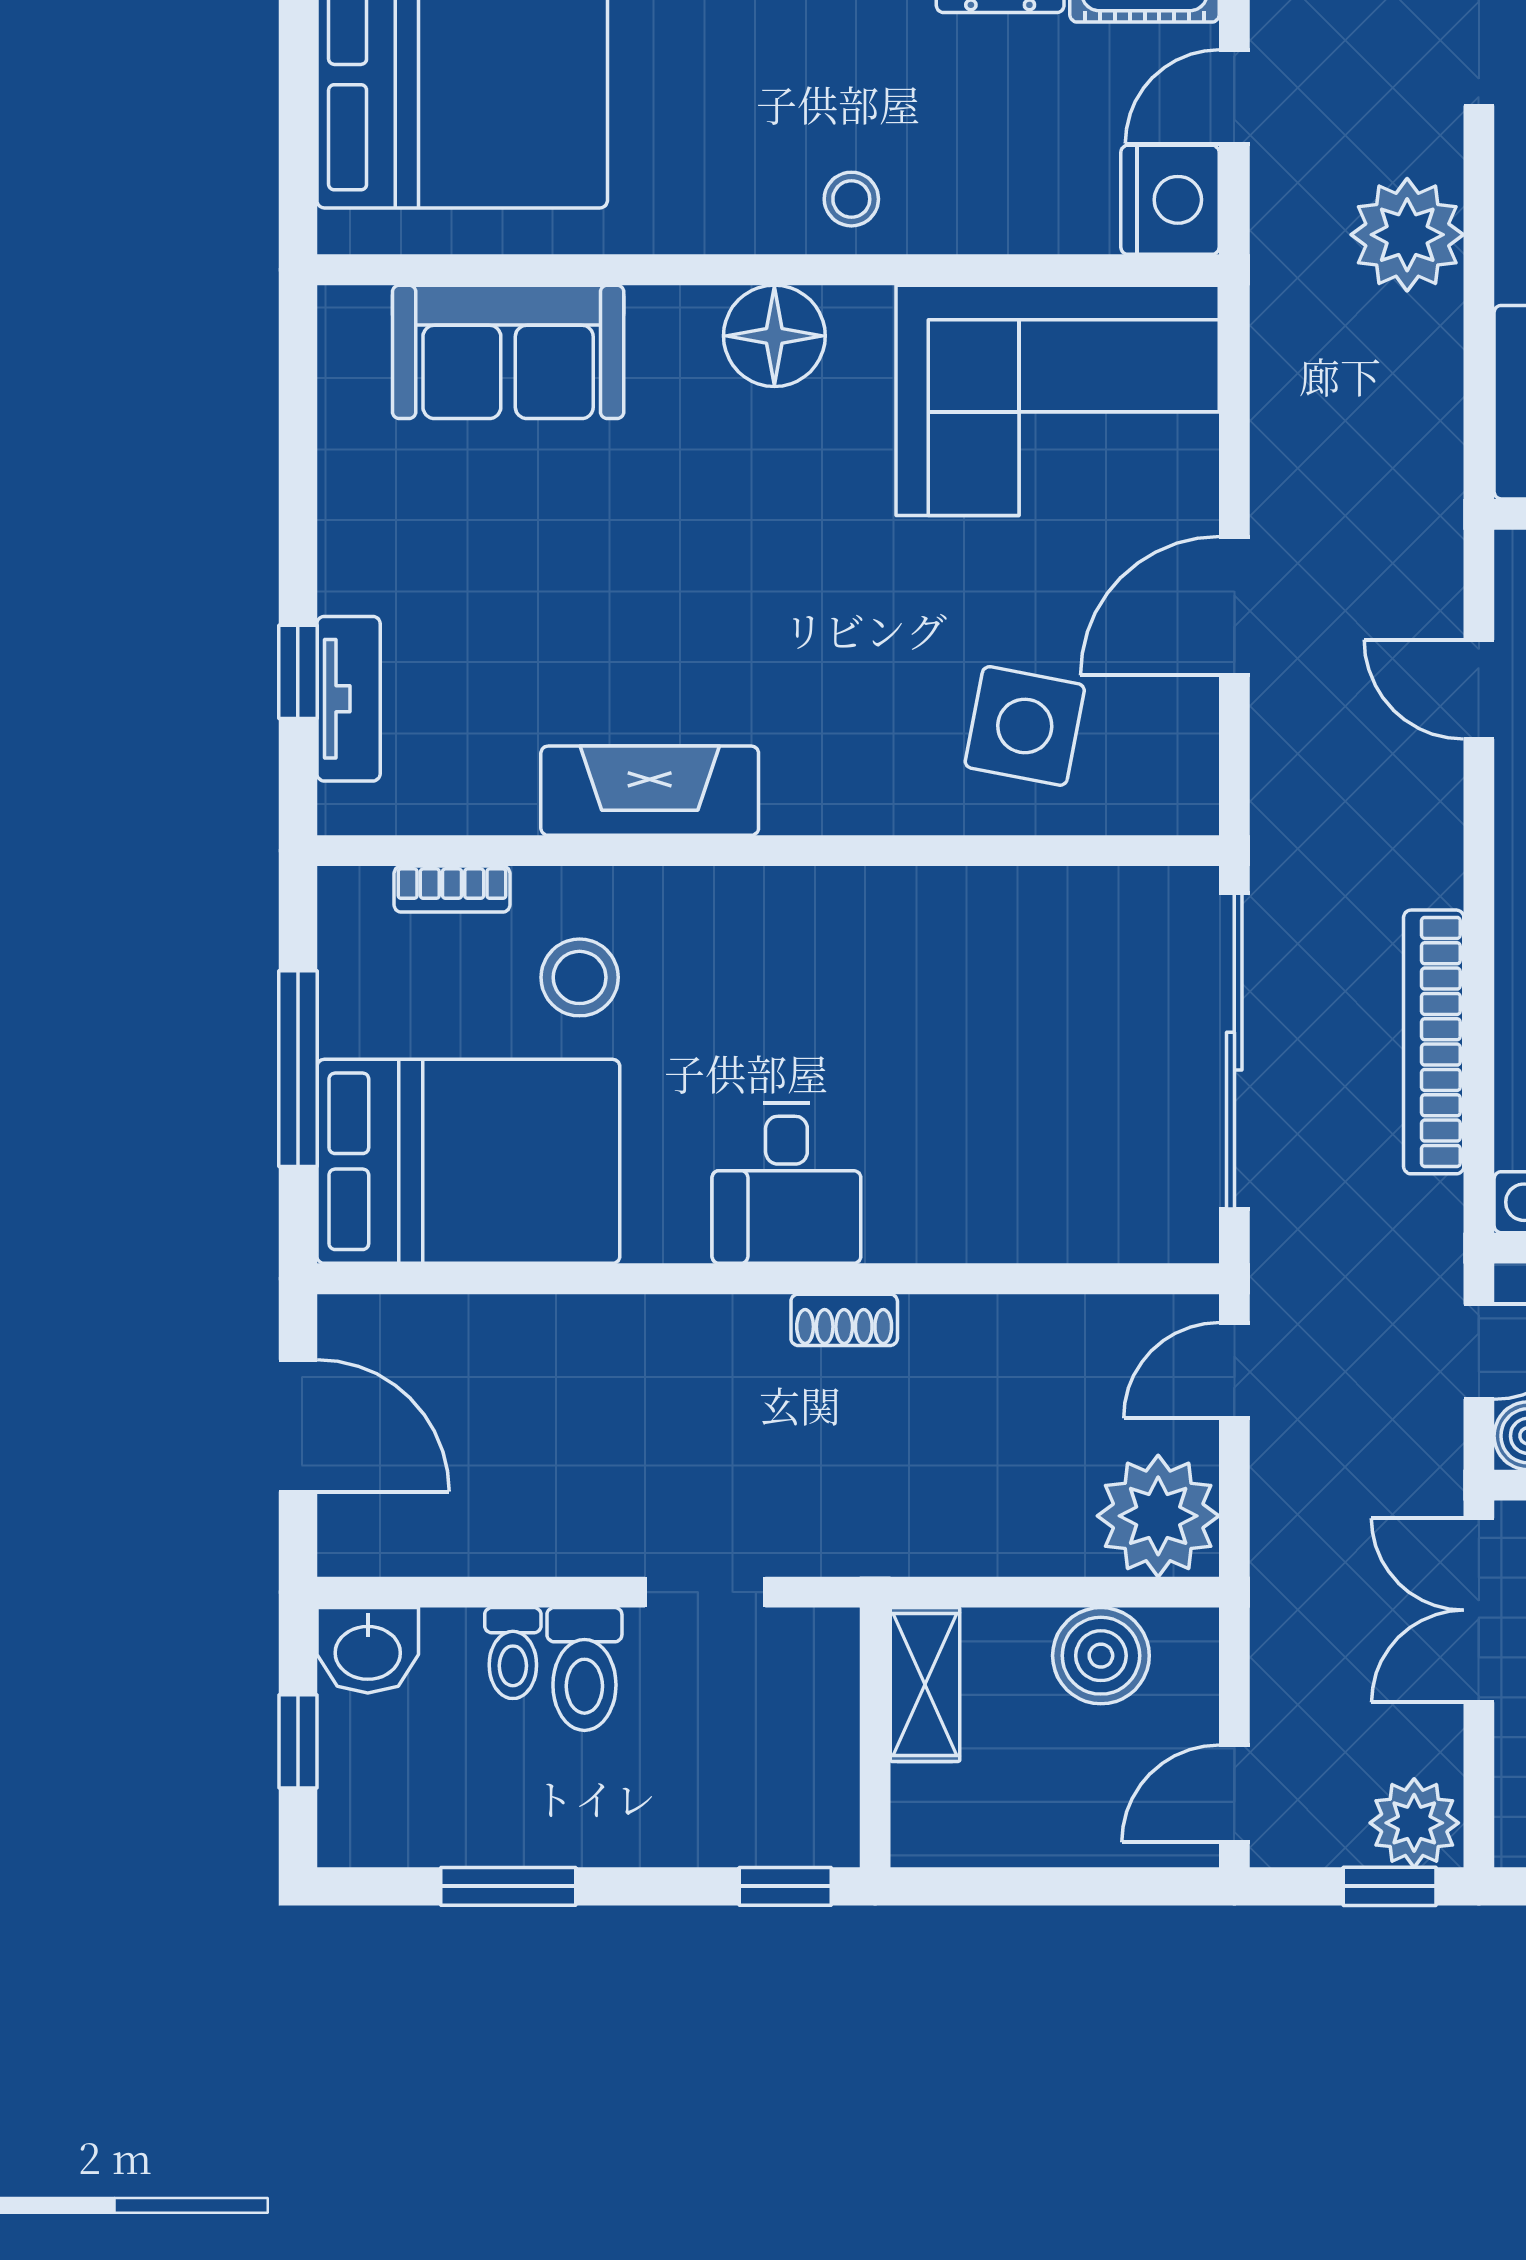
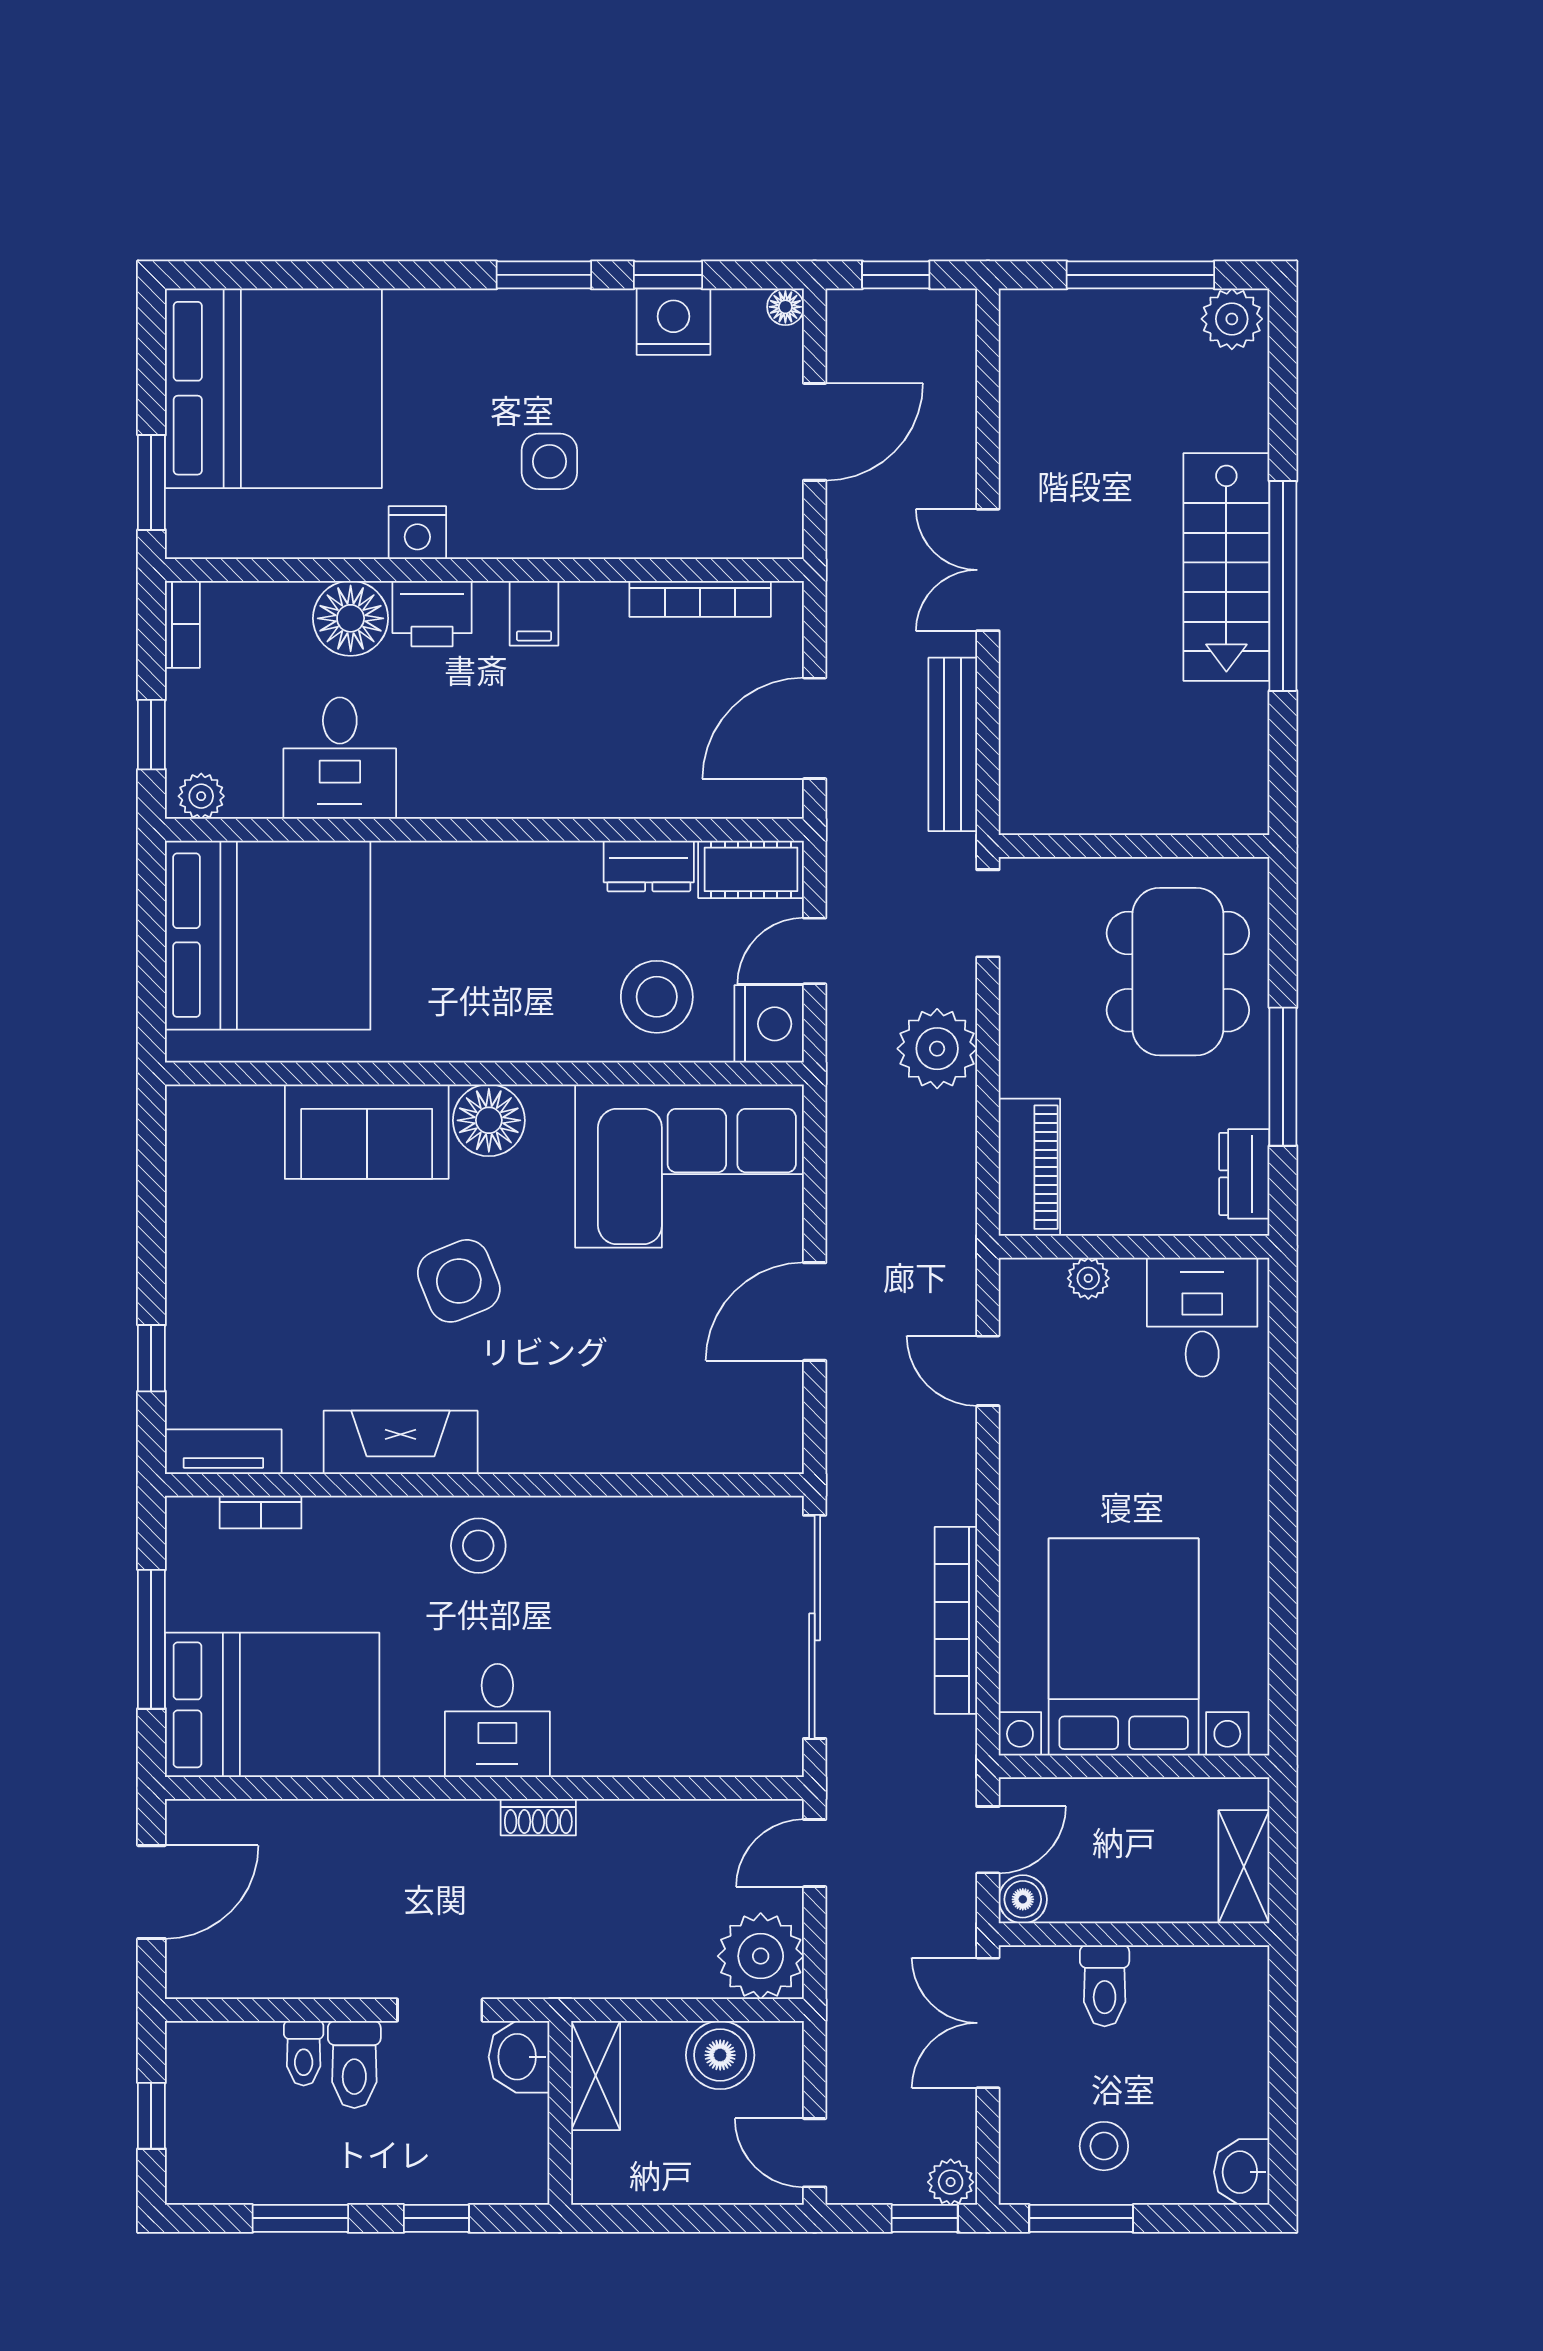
stool: (851, 199) -> (657, 997), moved, width x1.89, depth x1.89
sofa: (508, 352) -> (367, 1132), moved
tv unit: (349, 699) -> (223, 1452), moved, turned -90
side table: (1025, 726) -> (459, 1281), moved, turned -33
stool: (580, 977) -> (478, 1546), moved
door: (298, 1426) -> (151, 1892), hinge flipped
washbasin: (368, 1650) -> (519, 2057), moved, turned 90
door: (1234, 1794) -> (815, 2153), hinge flipped
plant: (1414, 1823) -> (951, 2182), width x0.73, depth x0.73
window: (785, 1886) -> (436, 2218), moved

